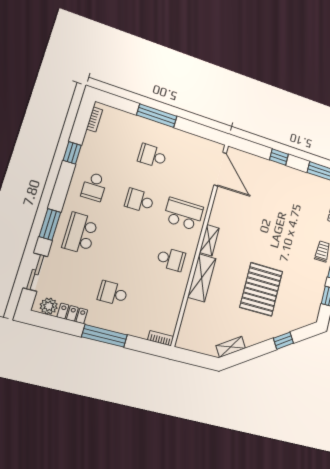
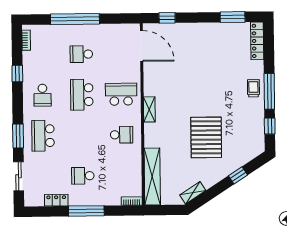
window: (157, 116) -> (75, 19), width x1.46
window: (279, 157) -> (167, 18), moved
school desk: (139, 201) -> (82, 95), width x1.85
shelving: (202, 278) -> (152, 176), moved, width x1.47
plant: (49, 306) -> (37, 199), removed

